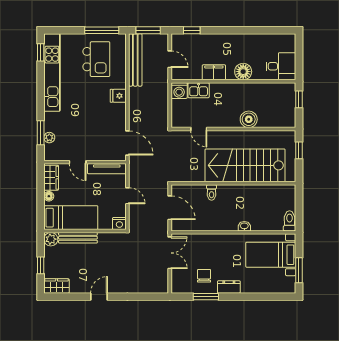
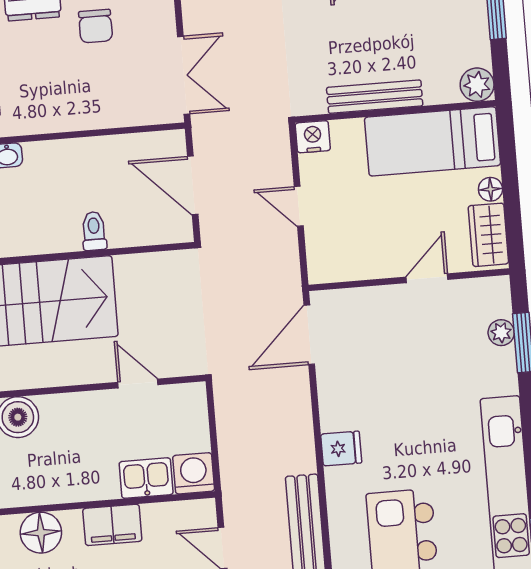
door: (127, 143) -> (309, 335), hinge flipped
door: (78, 162) -> (427, 278), hinge flipped
tv unit: (107, 169) -> (354, 268), removed
bench: (78, 238) -> (375, 97), moved
double door: (170, 253) -> (184, 75), swing flipped

